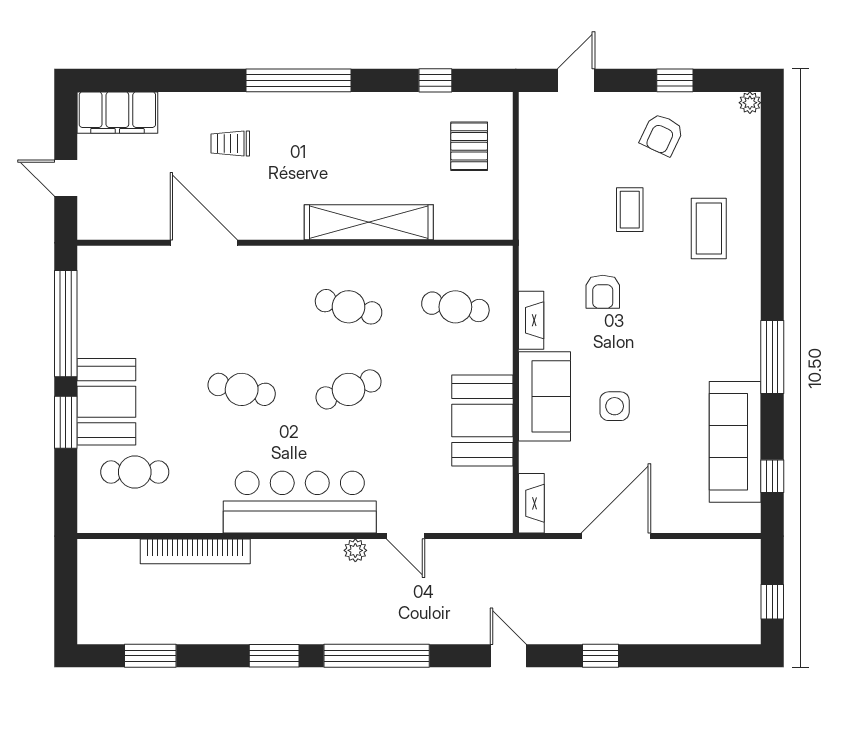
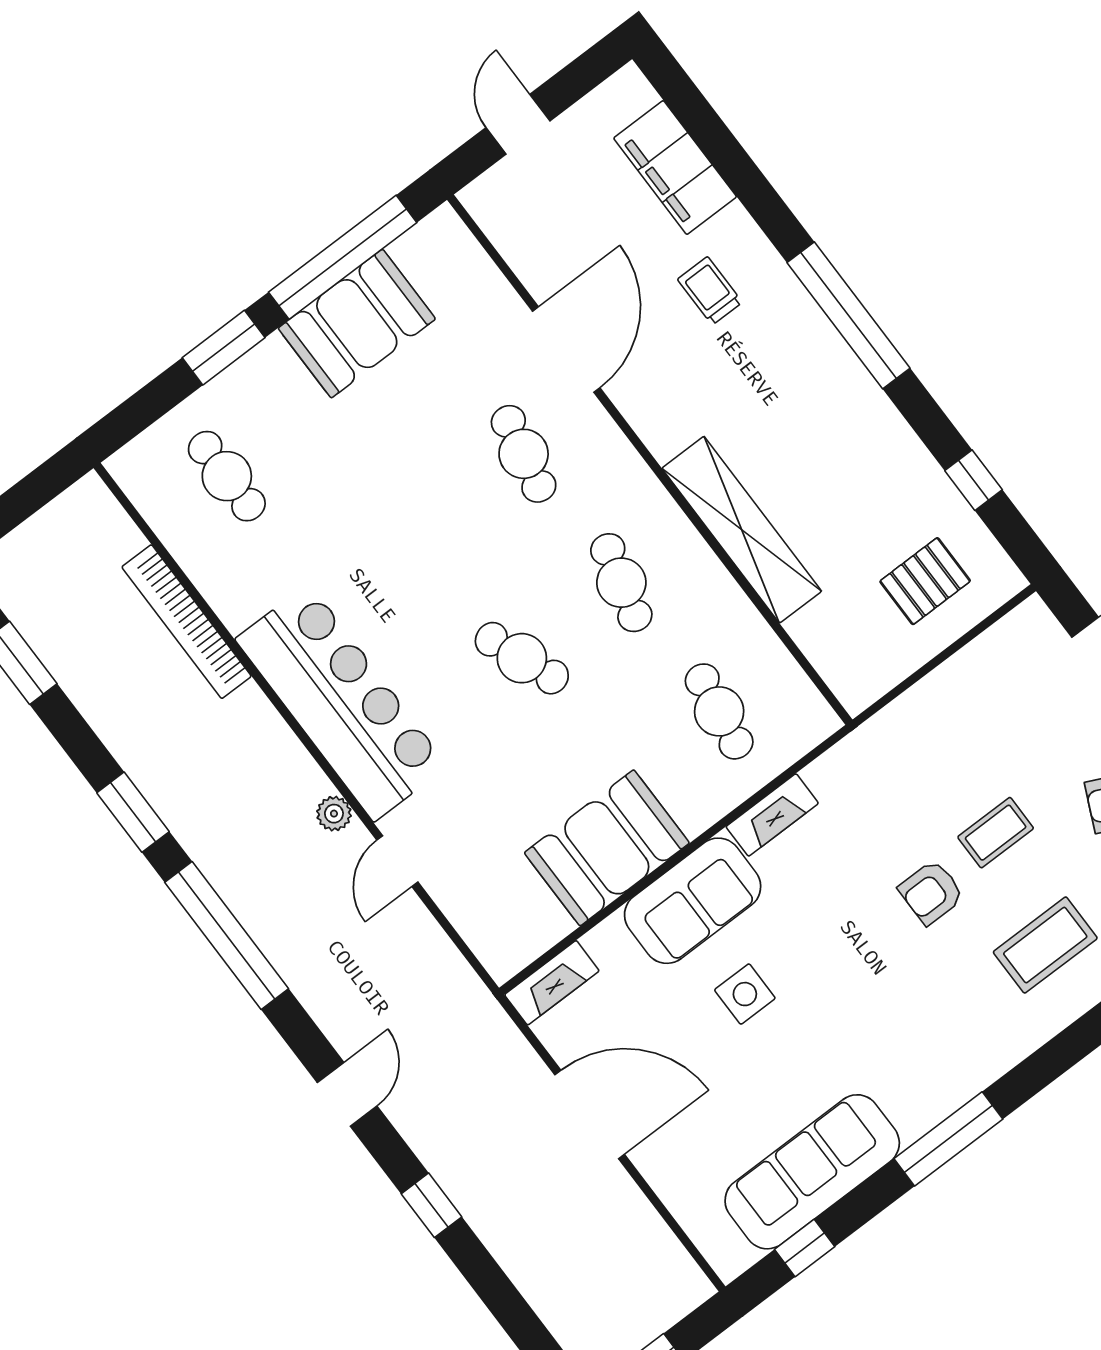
filing cabinet: (117, 113) -> (675, 168), moved
armchair: (603, 292) -> (931, 892), moved
cafe table: (242, 389) -> (524, 454), moved
booth: (106, 402) -> (357, 324), moved

